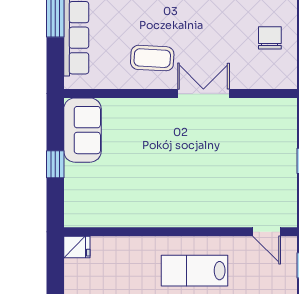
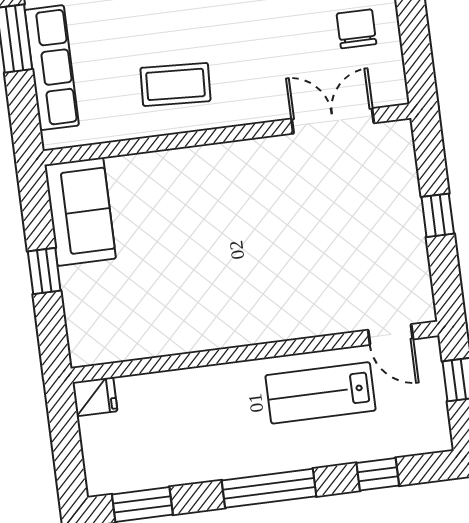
double door: (203, 93) -> (333, 121), moved
lab bench: (194, 271) -> (321, 393), moved

